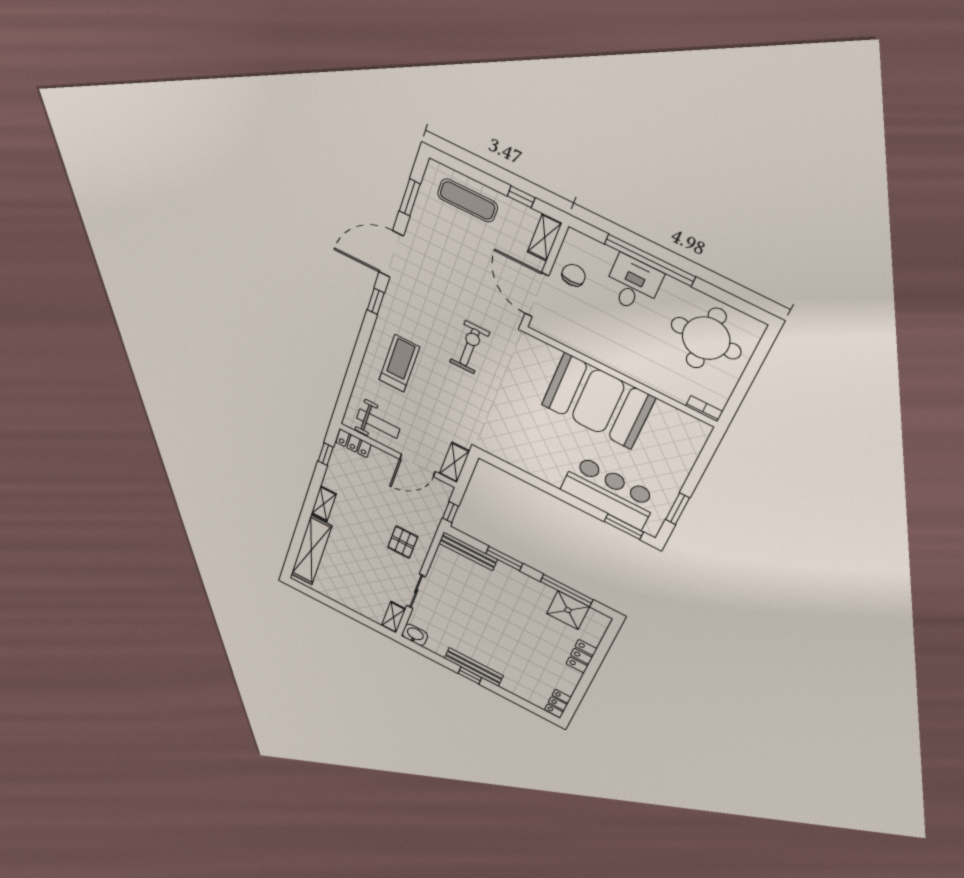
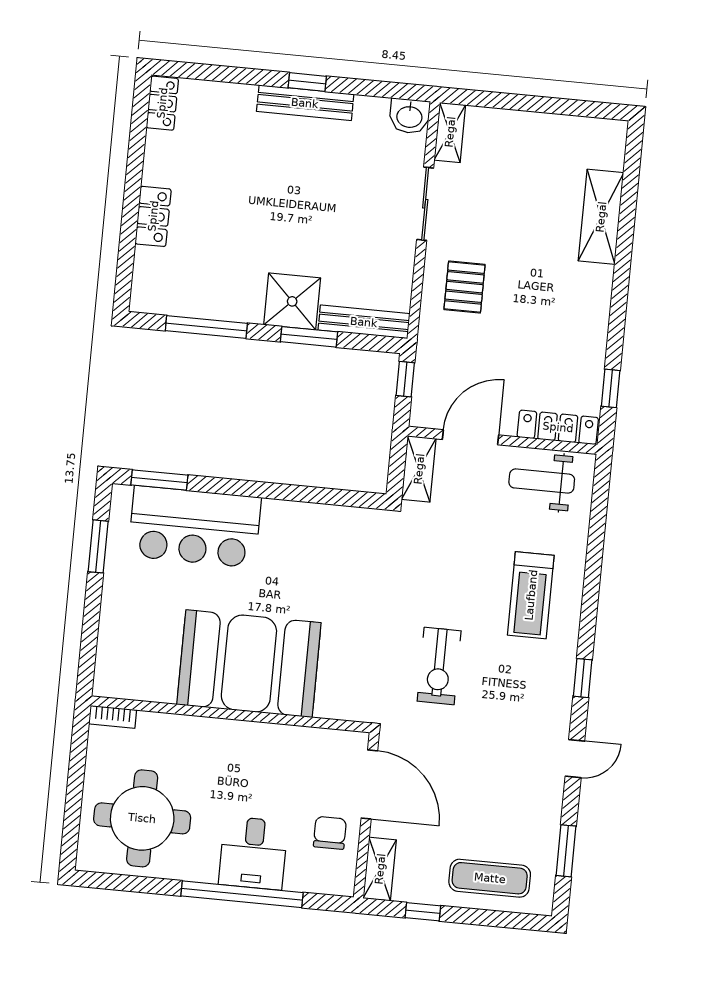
door: (391, 254) -> (575, 759), width x0.53
chair: (574, 275) -> (330, 833), turned 180
locker: (354, 443) -> (558, 427), width x1.53
shelving: (324, 504) -> (598, 295), removed
shelving: (311, 550) -> (601, 217), width x0.68
shower: (568, 610) -> (292, 301), moved

